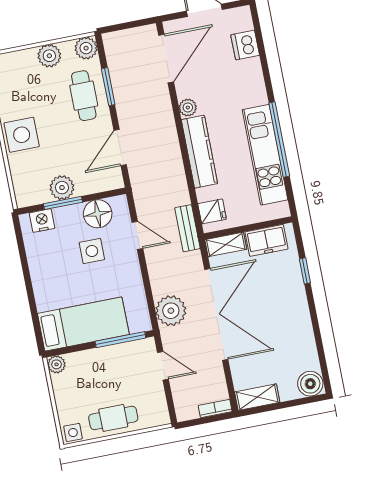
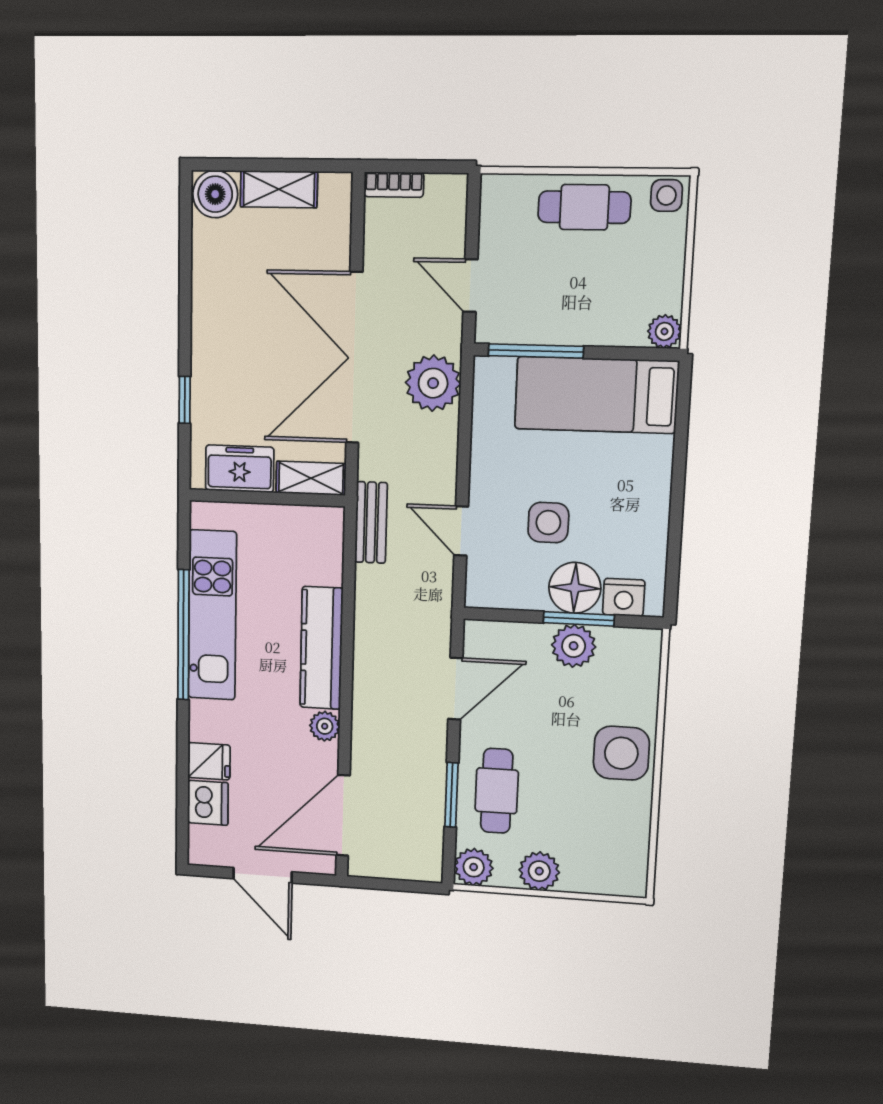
fridge: (212, 211) -> (209, 761), moved, turned 180
floor lamp: (98, 214) -> (575, 588), moved
shelving: (257, 397) -> (279, 189), moved

